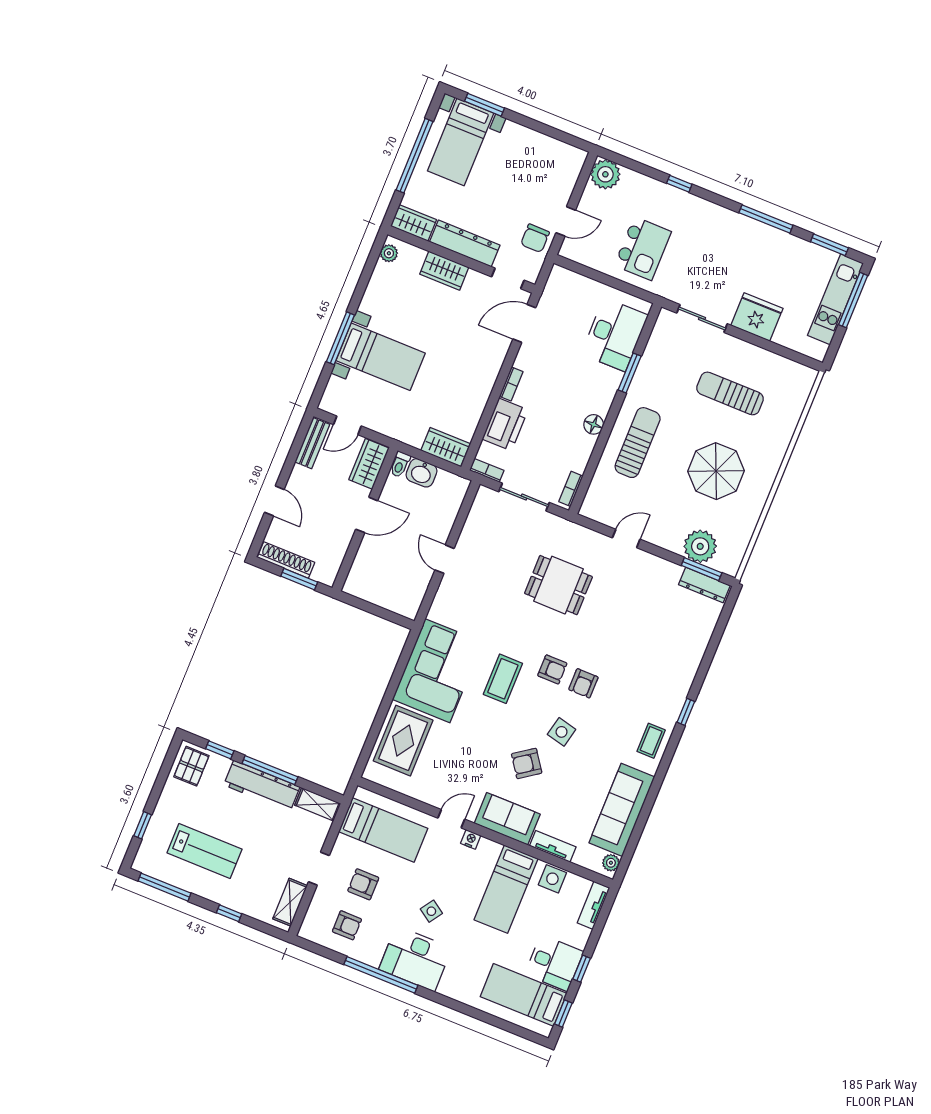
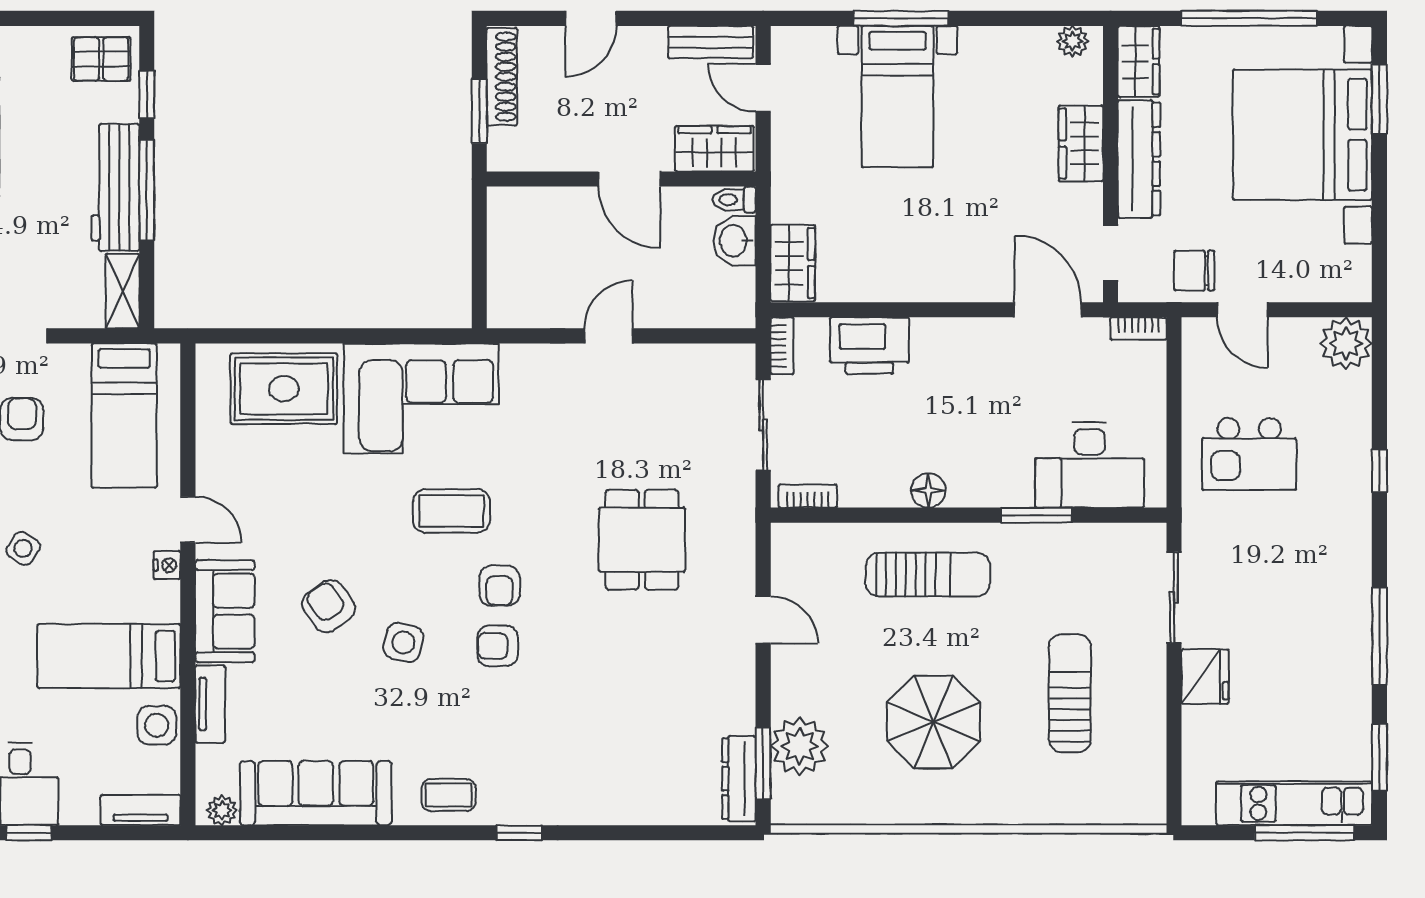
bed with nightstands: (461, 142) -> (1302, 135), width x1.85
fridge: (757, 317) -> (1205, 677), width x0.73, depth x0.75
bookcase: (511, 384) -> (1138, 328), moved

